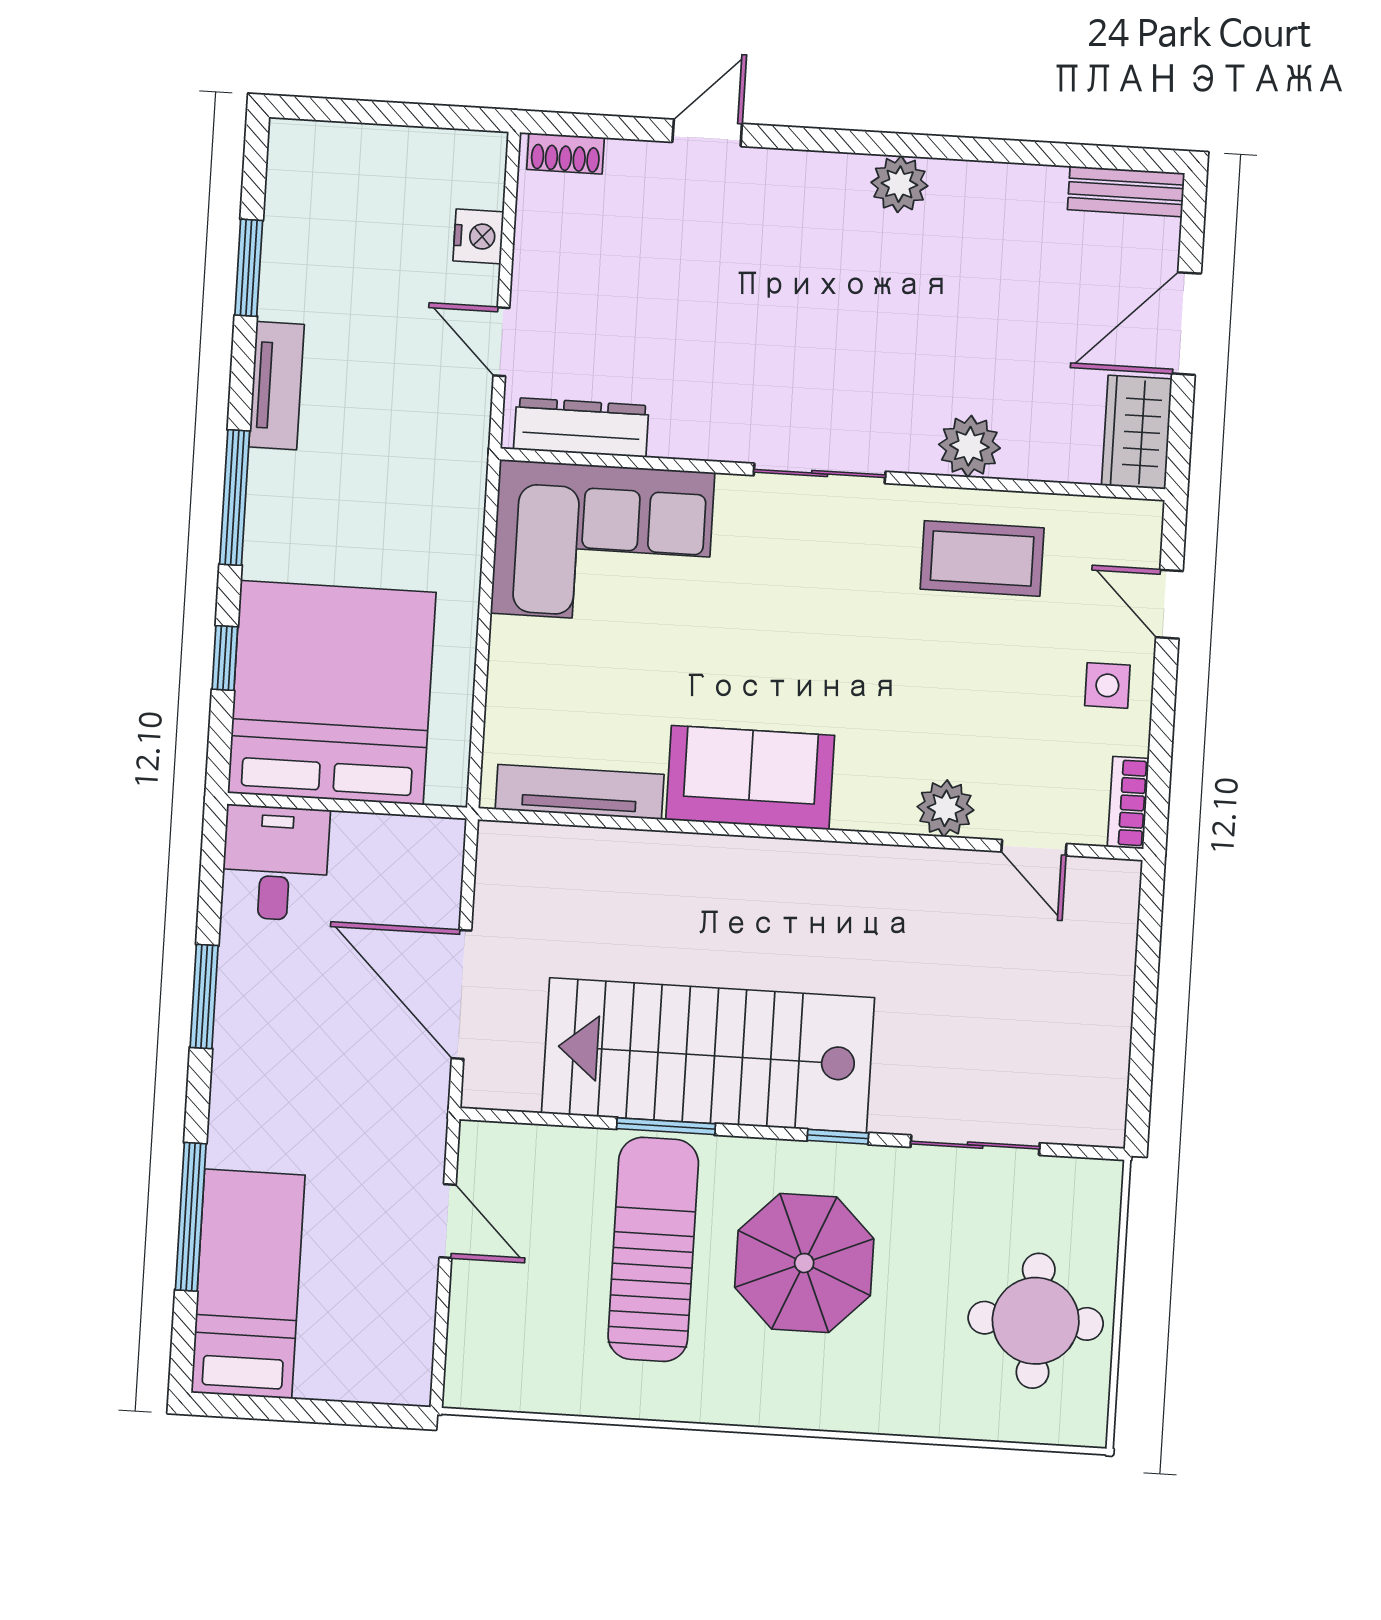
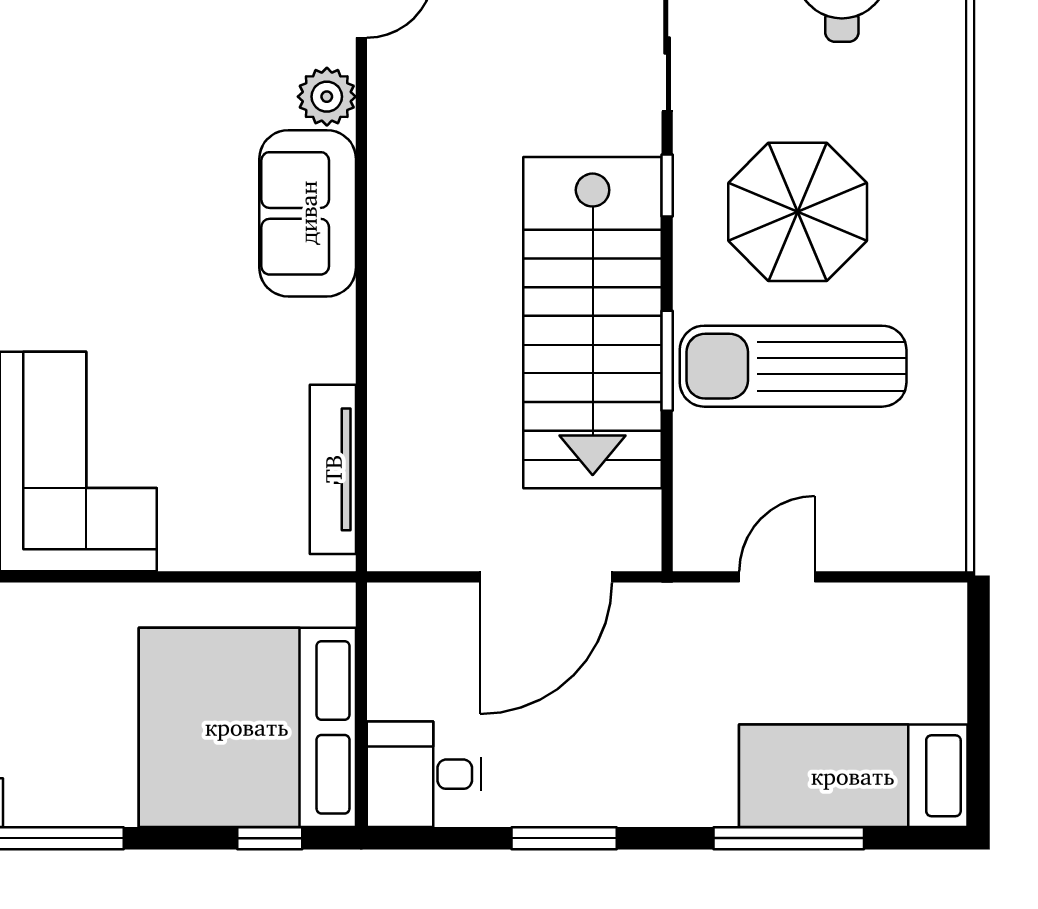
coffee table: (982, 558) -> (71, 75), removed
window: (225, 658) -> (270, 838), moved
sofa: (750, 778) -> (308, 213), moved

